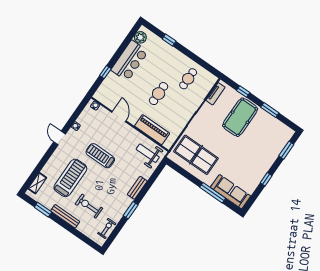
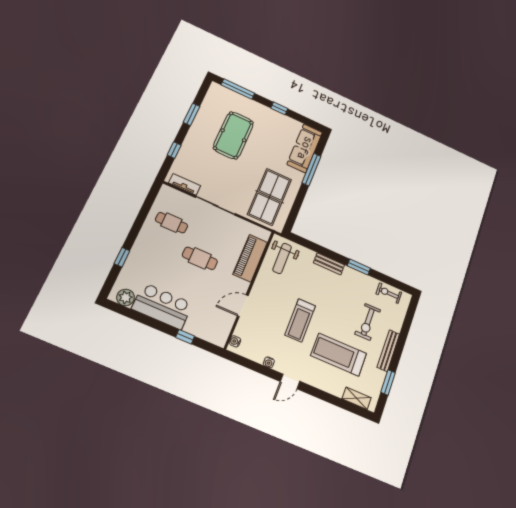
pool table: (240, 117) -> (233, 135), moved, turned 90
window: (286, 150) -> (238, 89), width x1.44

